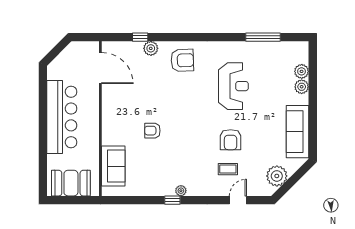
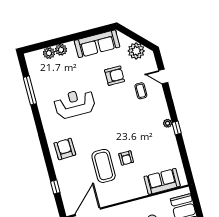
plant: (151, 48) -> (62, 176), removed
coffee table: (150, 101) -> (104, 166), added
armchair: (231, 140) -> (115, 76), moved

